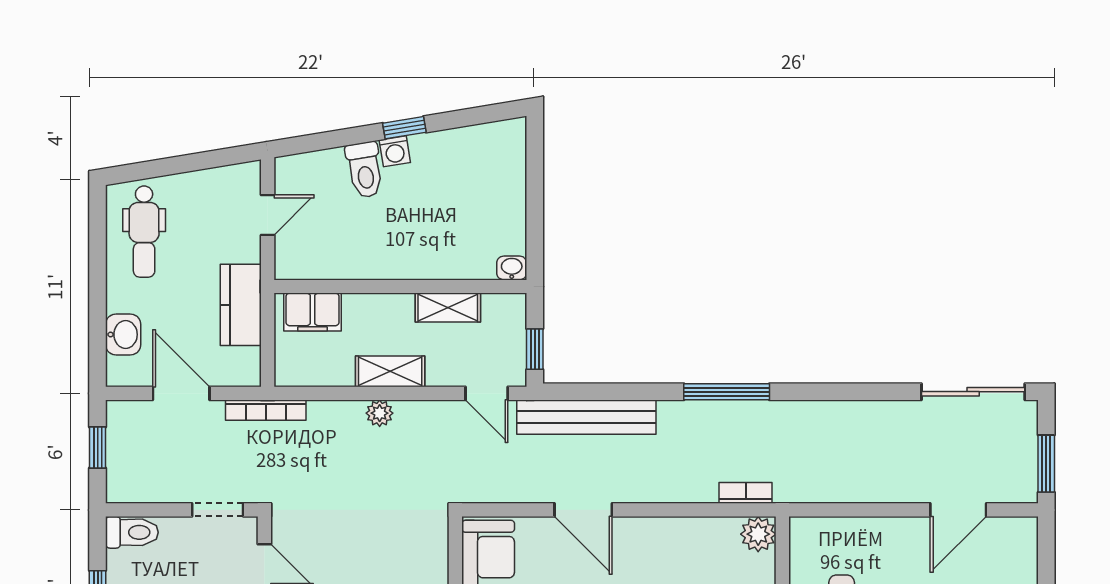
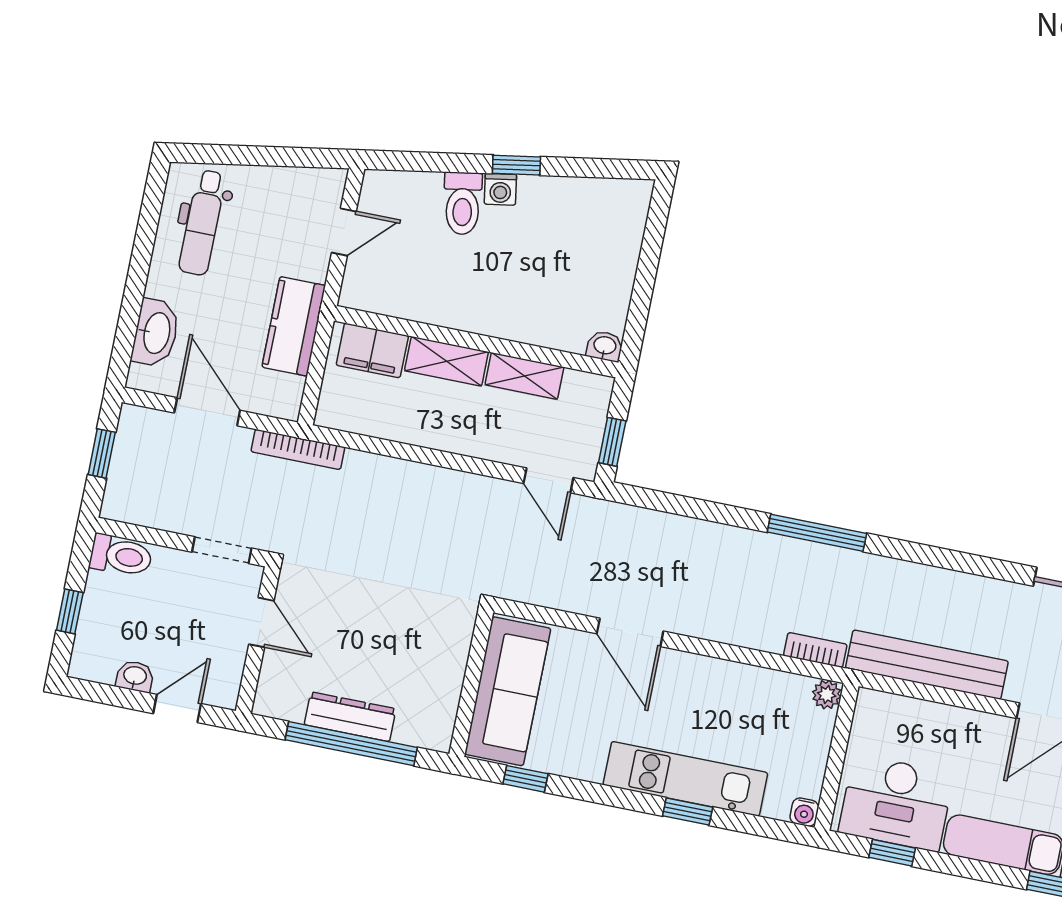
washbasin: (123, 335) -> (156, 333), width x1.38
shelving: (390, 371) -> (446, 361), moved
plant: (380, 413) -> (424, 478), removed
bench: (586, 417) -> (927, 665), moved
plant: (758, 534) -> (827, 695), width x0.73, depth x0.73

